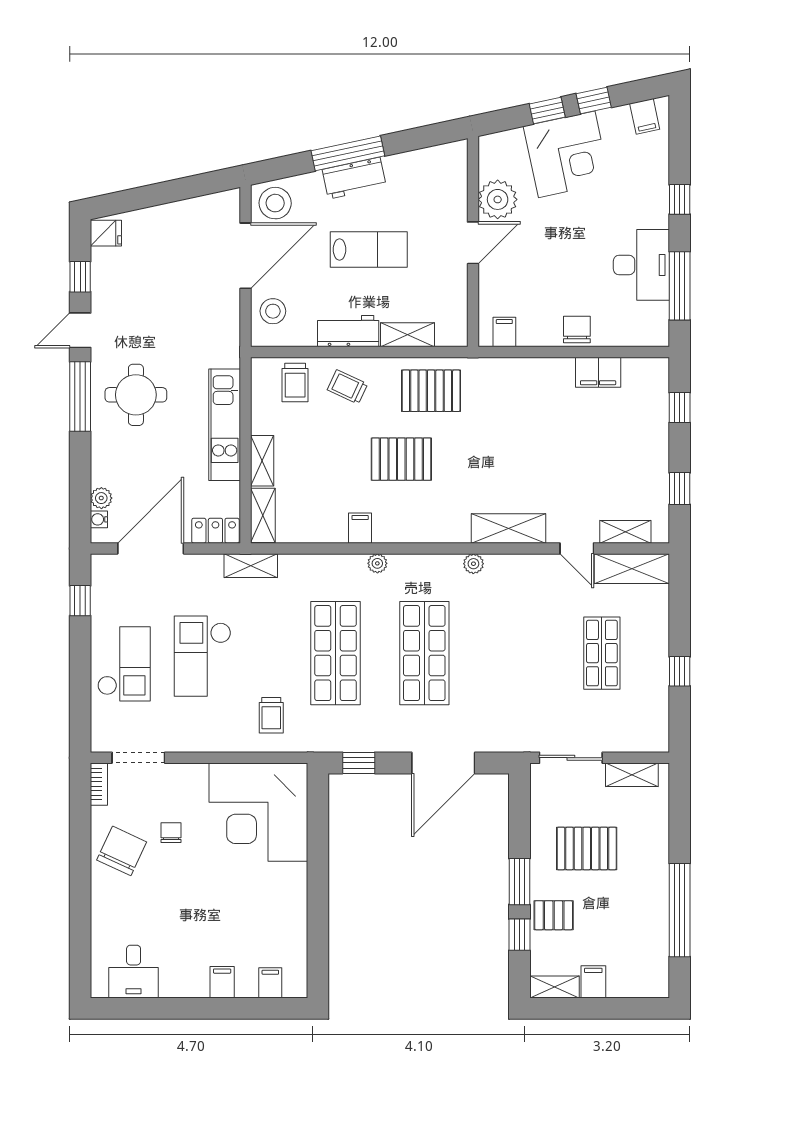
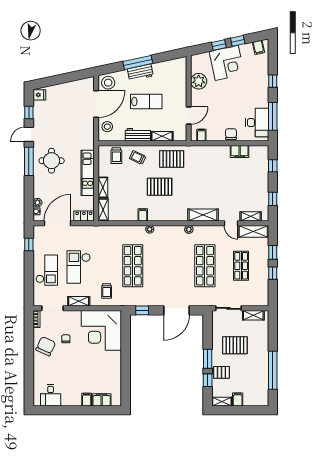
door: (473, 243) -> (189, 116), moved
desk: (641, 265) -> (257, 123), moved
shelving: (251, 566) -> (79, 301), moved
window: (680, 620) -> (273, 252), added
shop shelf: (424, 653) -> (205, 266), moved
filing cabinet: (270, 983) -> (102, 400), width x2.00

